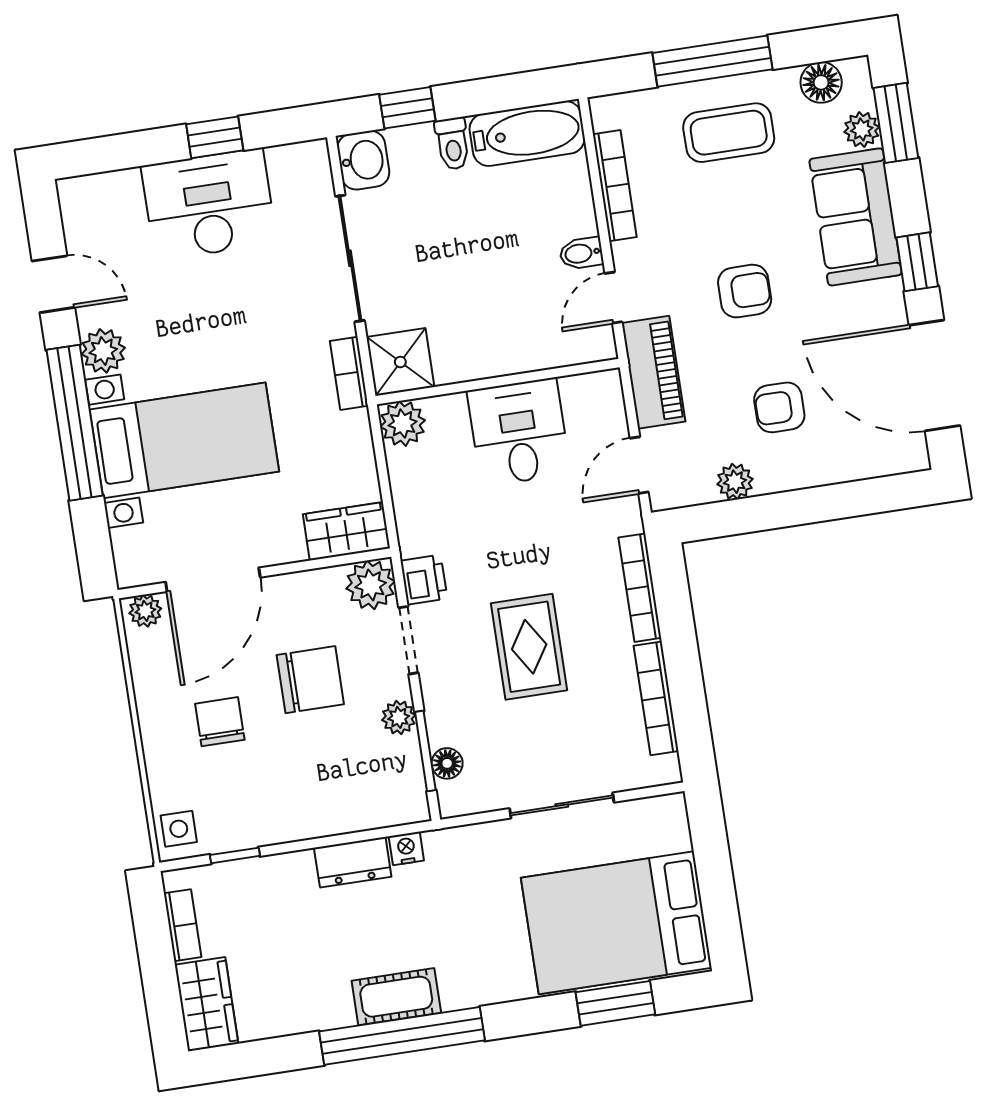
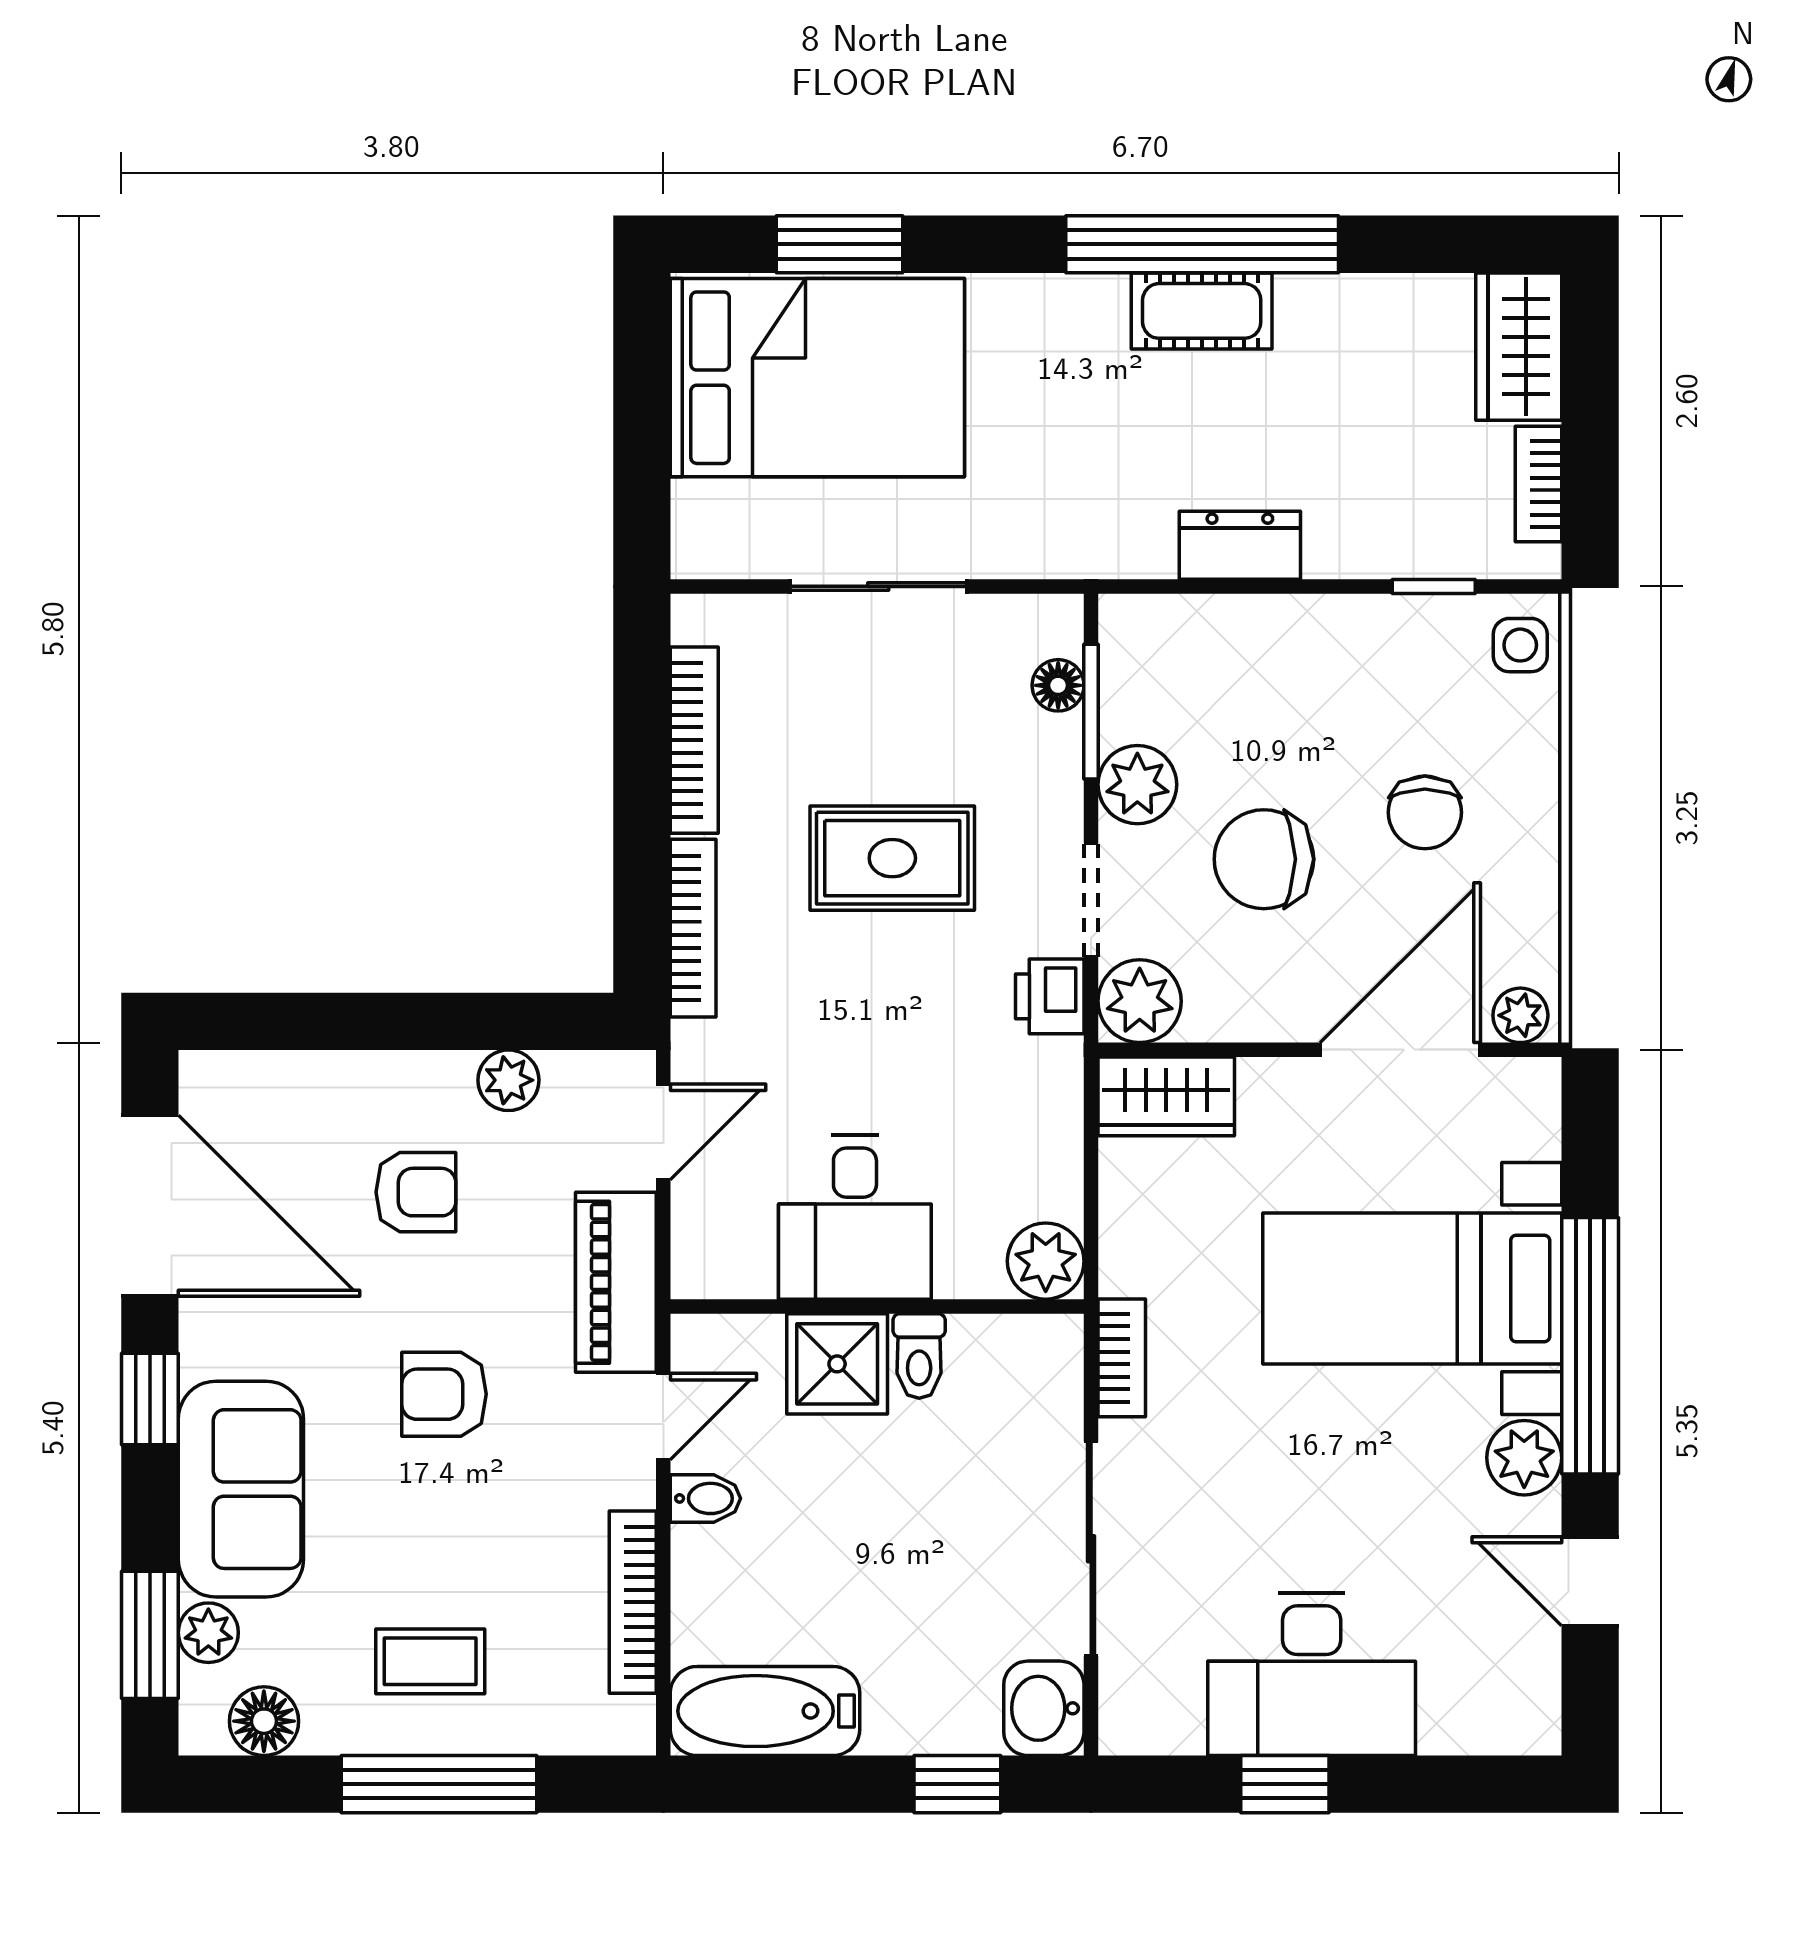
coffee table: (729, 133) -> (430, 1661), width x0.73, depth x0.77
toilet: (453, 144) -> (919, 1356), moved, turned 180
shower: (400, 362) -> (837, 1364), moved
rug: (529, 647) -> (892, 858), turned 90
plant: (399, 717) -> (1137, 785), width x1.38, depth x1.38
nightstand: (406, 848) -> (1147, 555), removed

